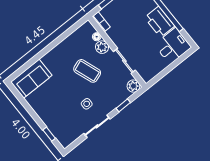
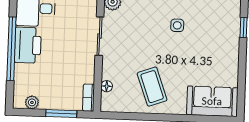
plant: (102, 47) -> (110, 70), removed
coffee table: (87, 71) -> (152, 87), moved

